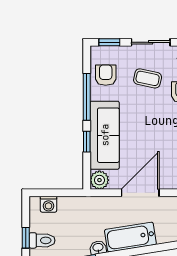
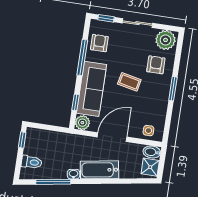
coffee table: (148, 78) -> (129, 82), moved
window: (87, 142) -> (76, 102), moved
washing machine: (49, 204) -> (41, 135), removed
window: (26, 238) -> (22, 140), moved

